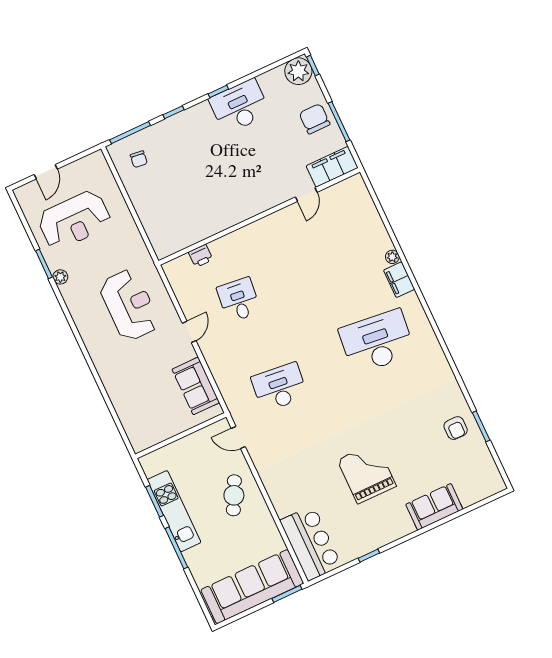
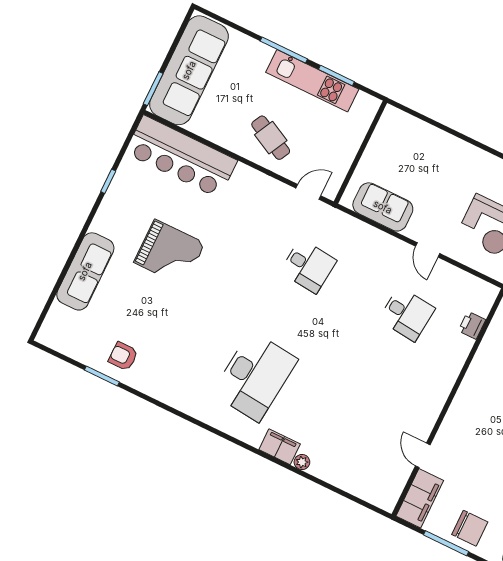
desk: (279, 387) -> (308, 266), width x0.73
sofa: (434, 507) -> (85, 271), width x1.36
bar counter: (311, 543) -> (181, 157), width x1.36

